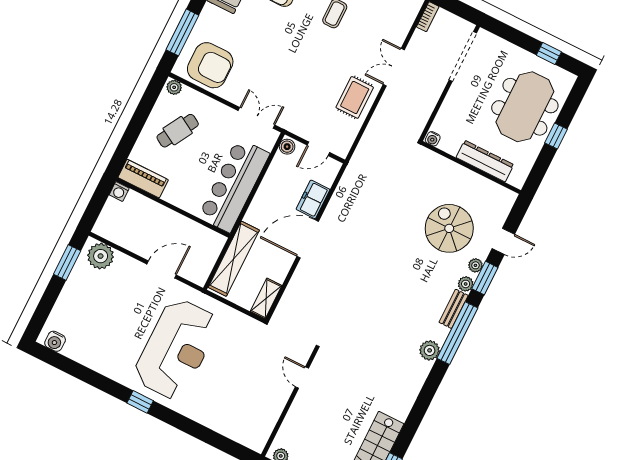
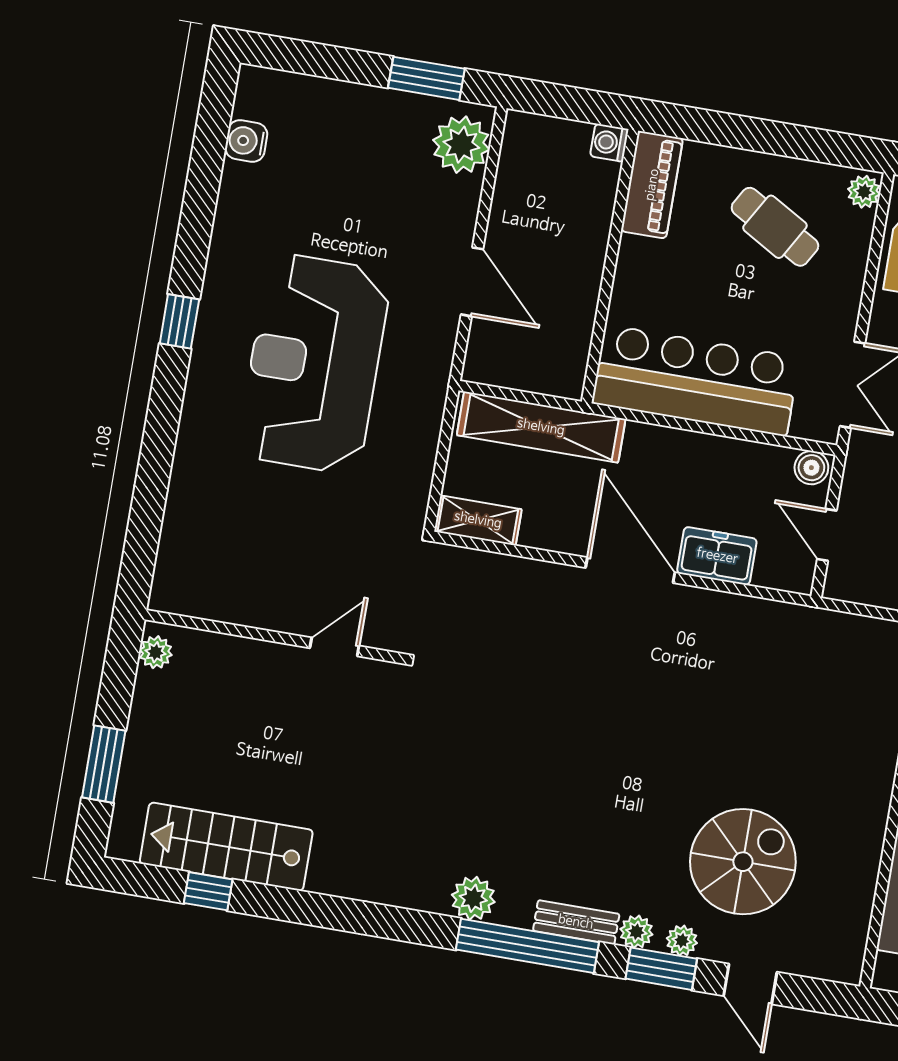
water cooler: (55, 341) -> (246, 141), moved
reception desk: (176, 349) -> (314, 363), turned 90

